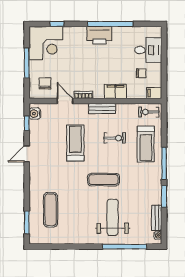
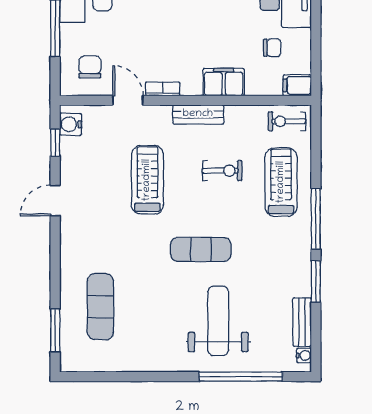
treadmill: (146, 144) -> (281, 182), turned 180

